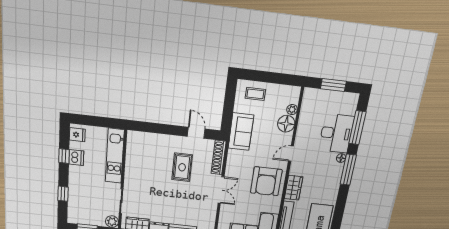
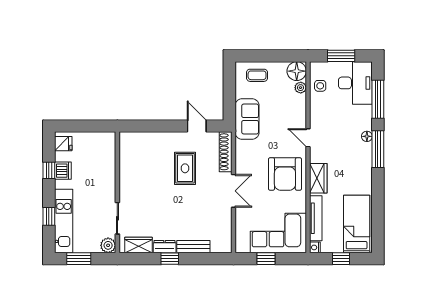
side table: (310, 110) -> (320, 86), added
floor lamp: (286, 124) -> (297, 71), moved
desk: (336, 133) -> (355, 83), moved
door: (291, 154) -> (308, 138), hinge flipped
kitchen unit: (115, 156) -> (64, 221), moved, turned 180

